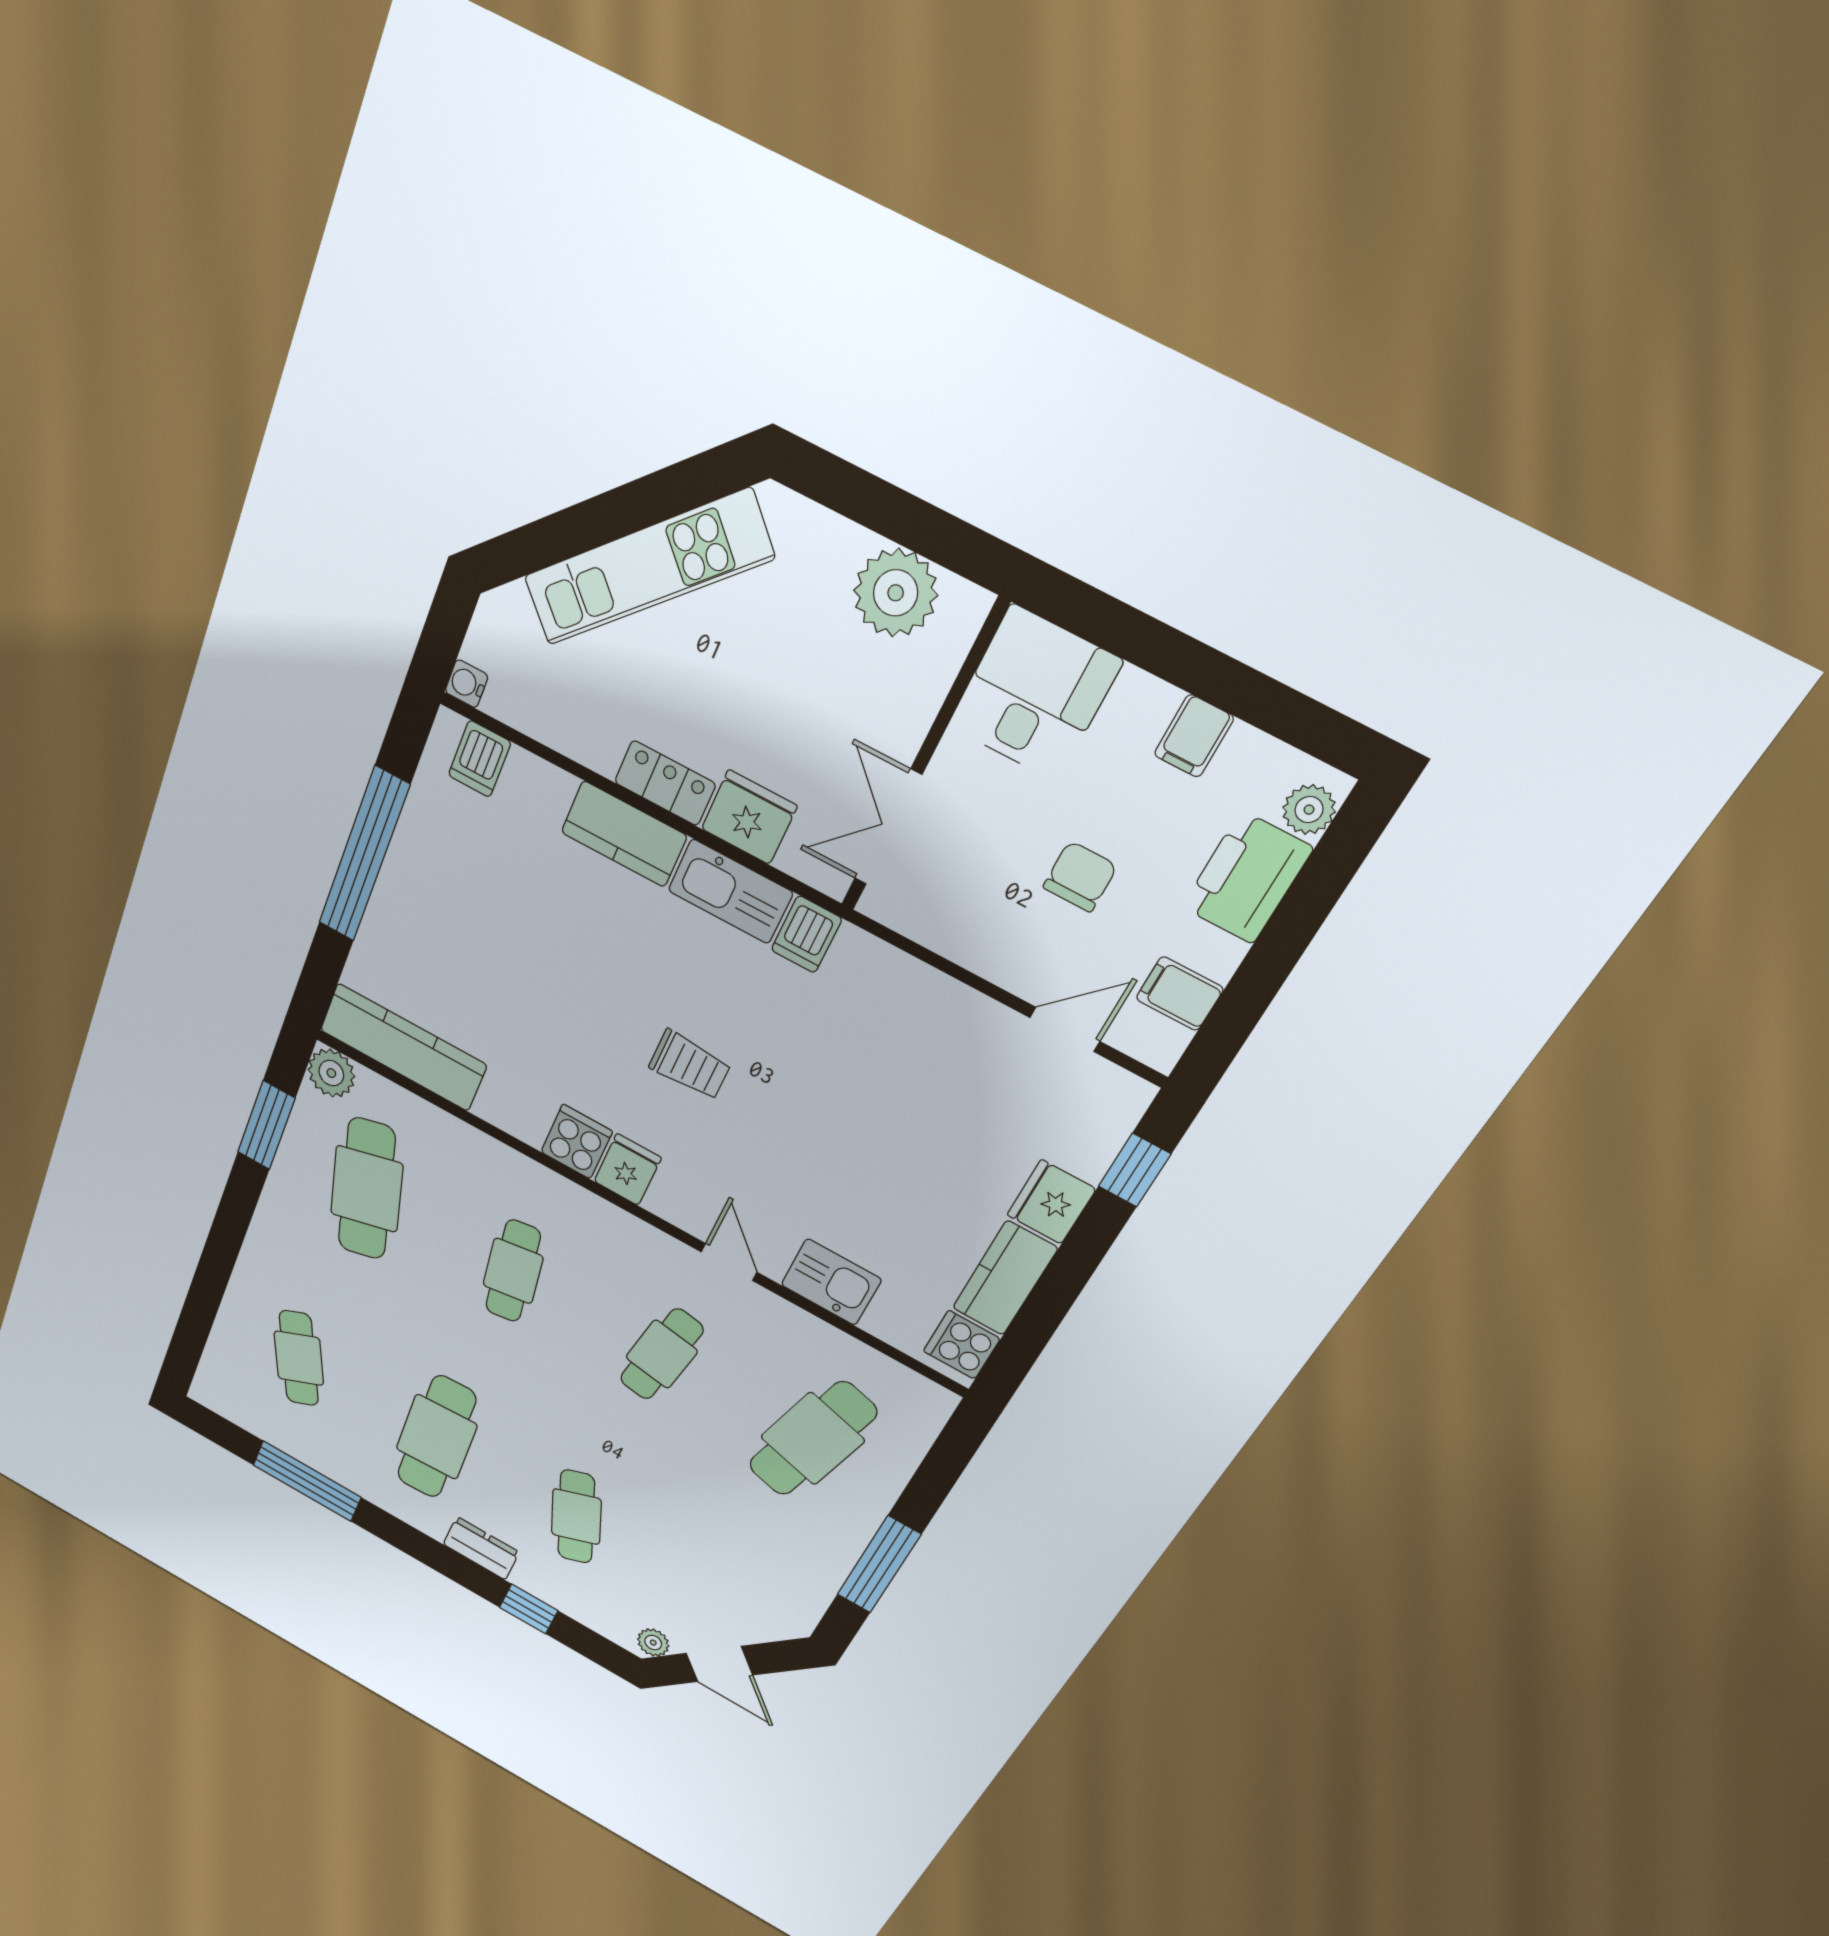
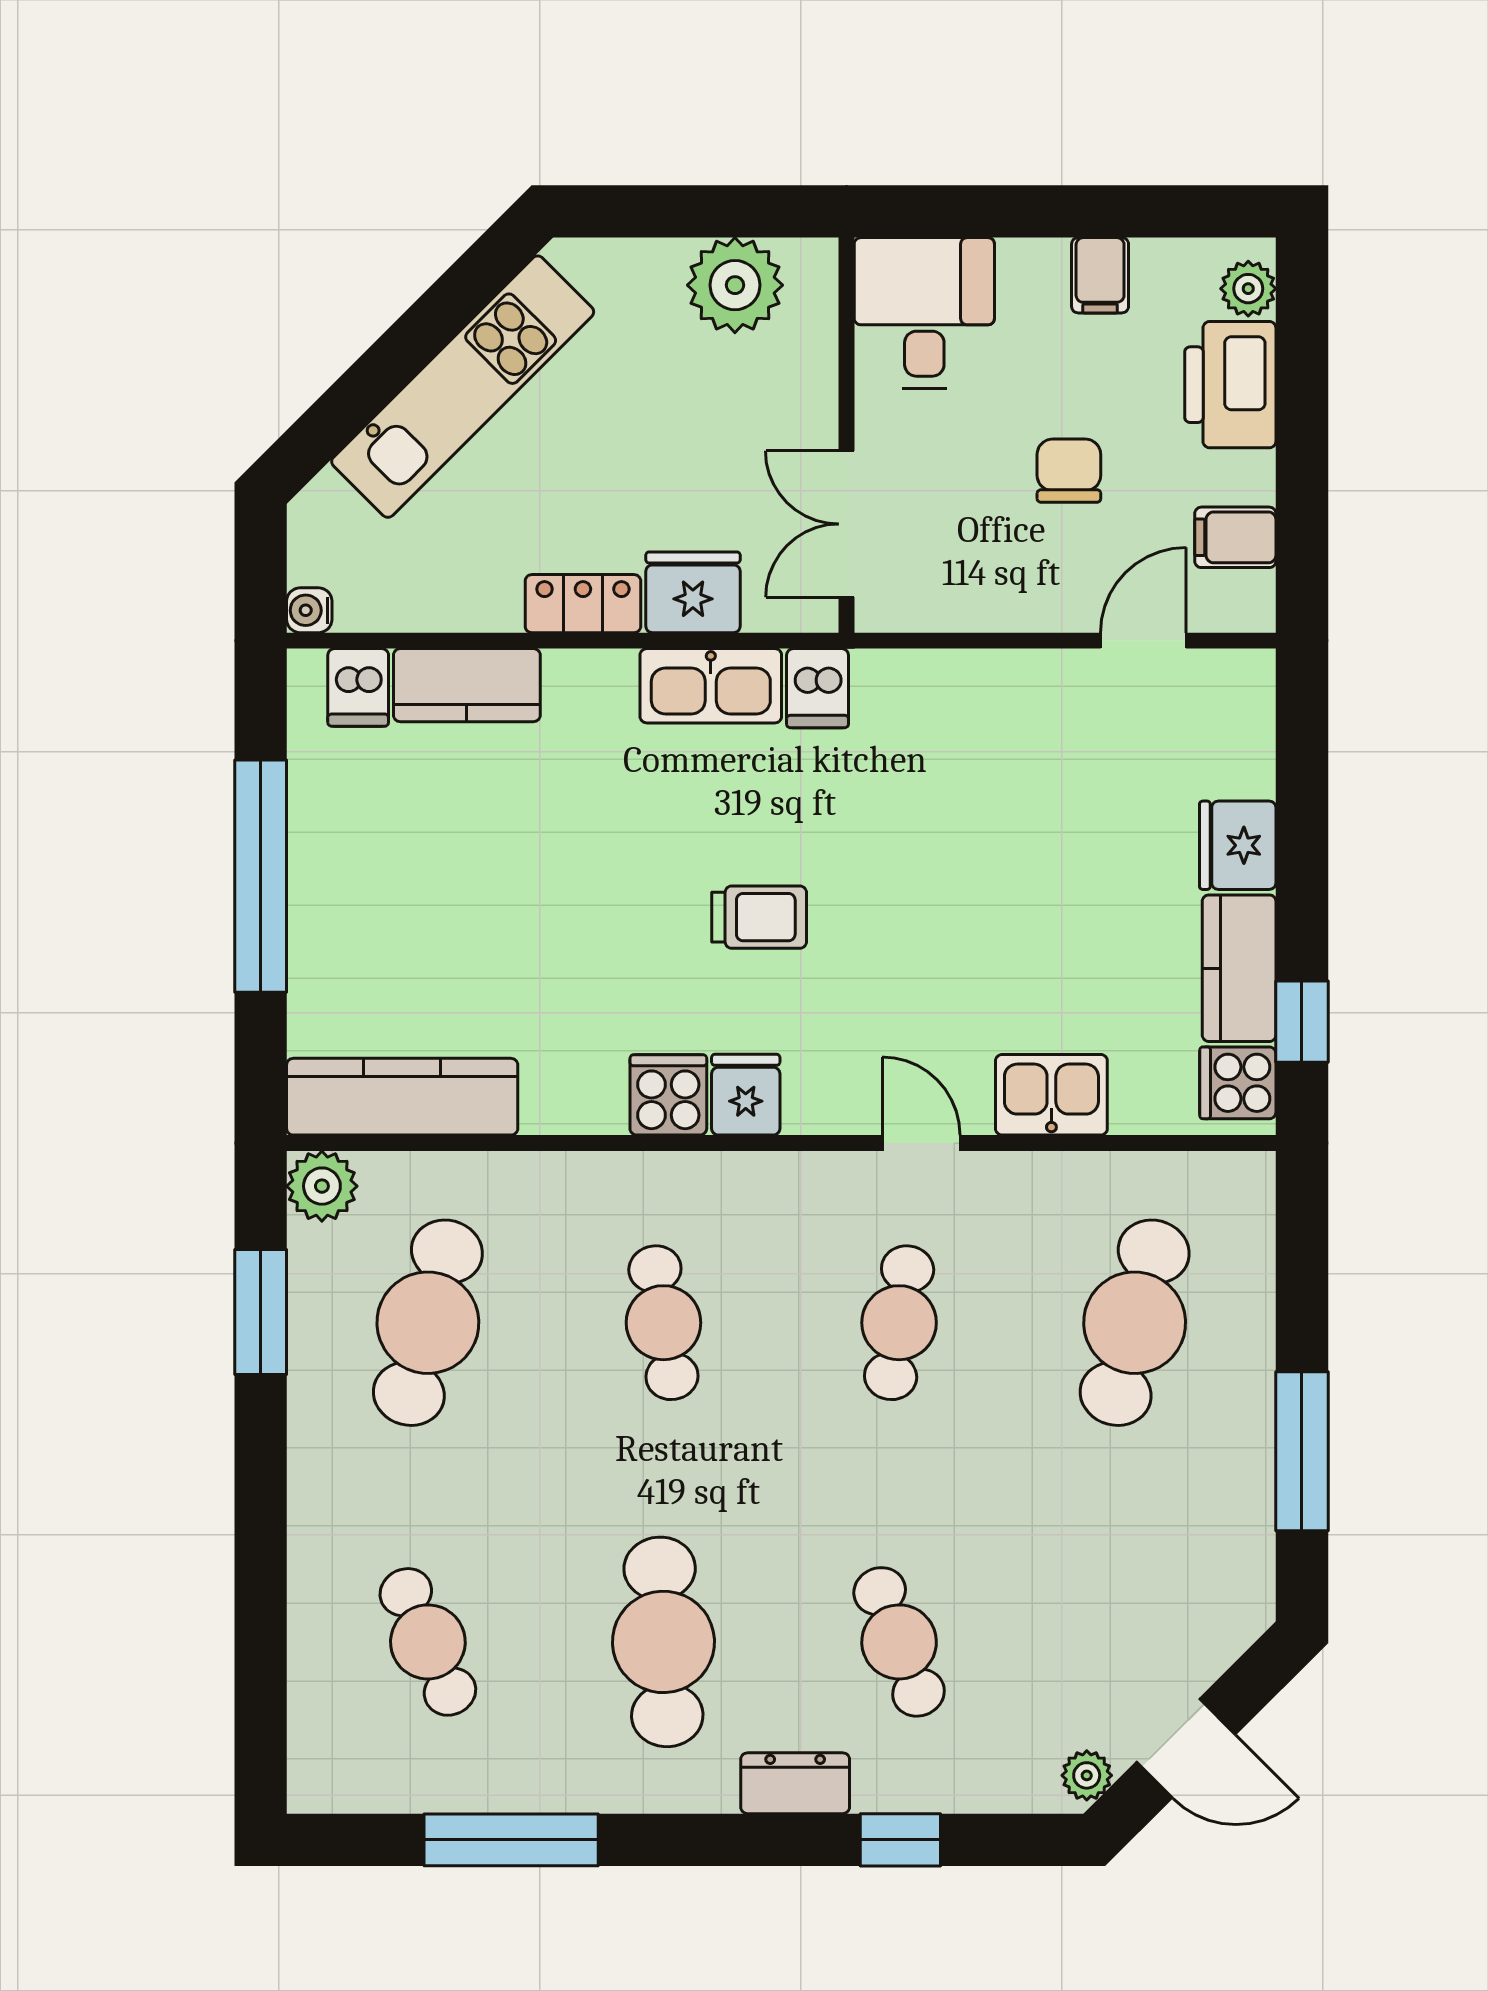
kitchen counter: (624, 834) -> (467, 685), moved
window: (1135, 1170) -> (1302, 1022), moved
cafe table: (367, 1189) -> (428, 1323), turned 30

